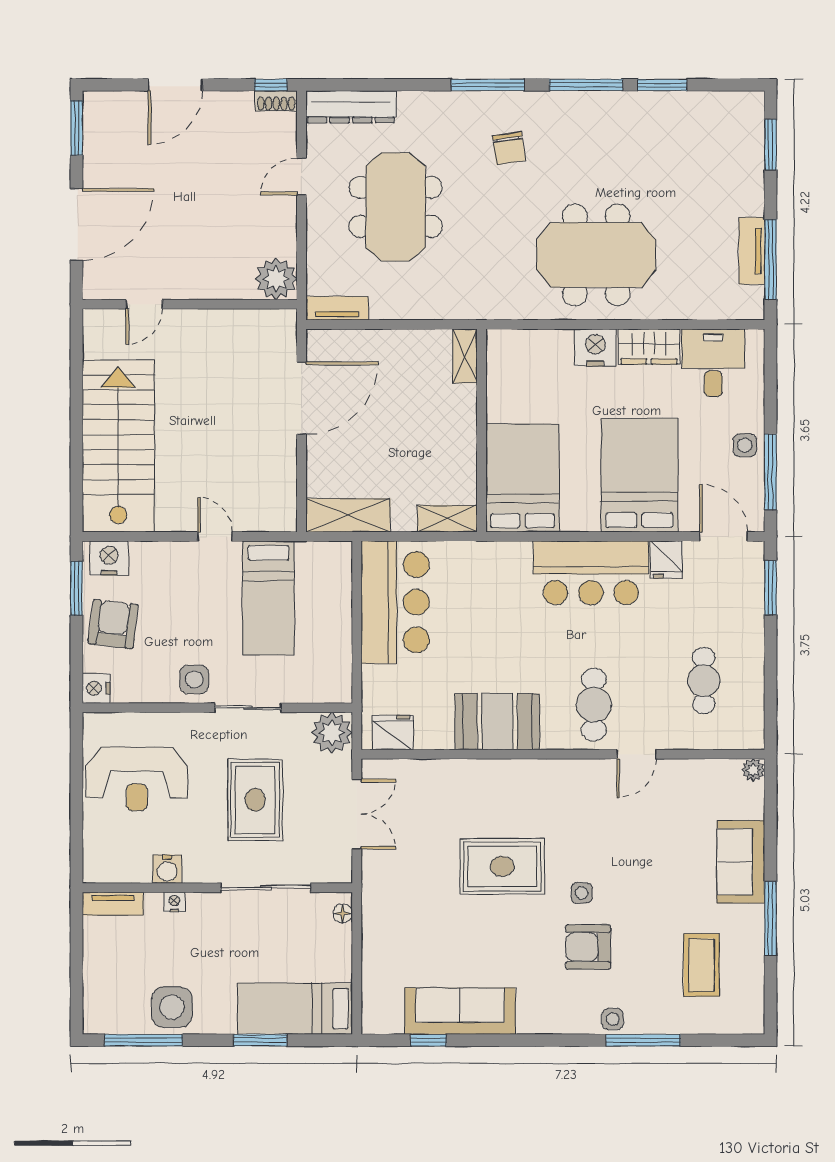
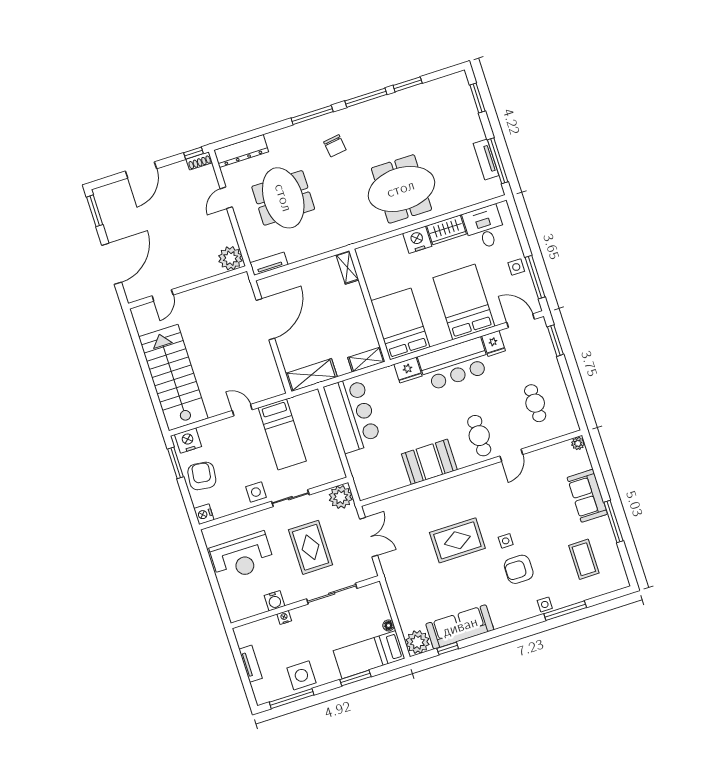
fridge: (393, 732) -> (408, 370), moved, turned 180
tv unit: (113, 904) -> (251, 664), moved, turned -90
floor lamp: (343, 913) -> (388, 625), moved
plant: (382, 1014) -> (417, 642), added

